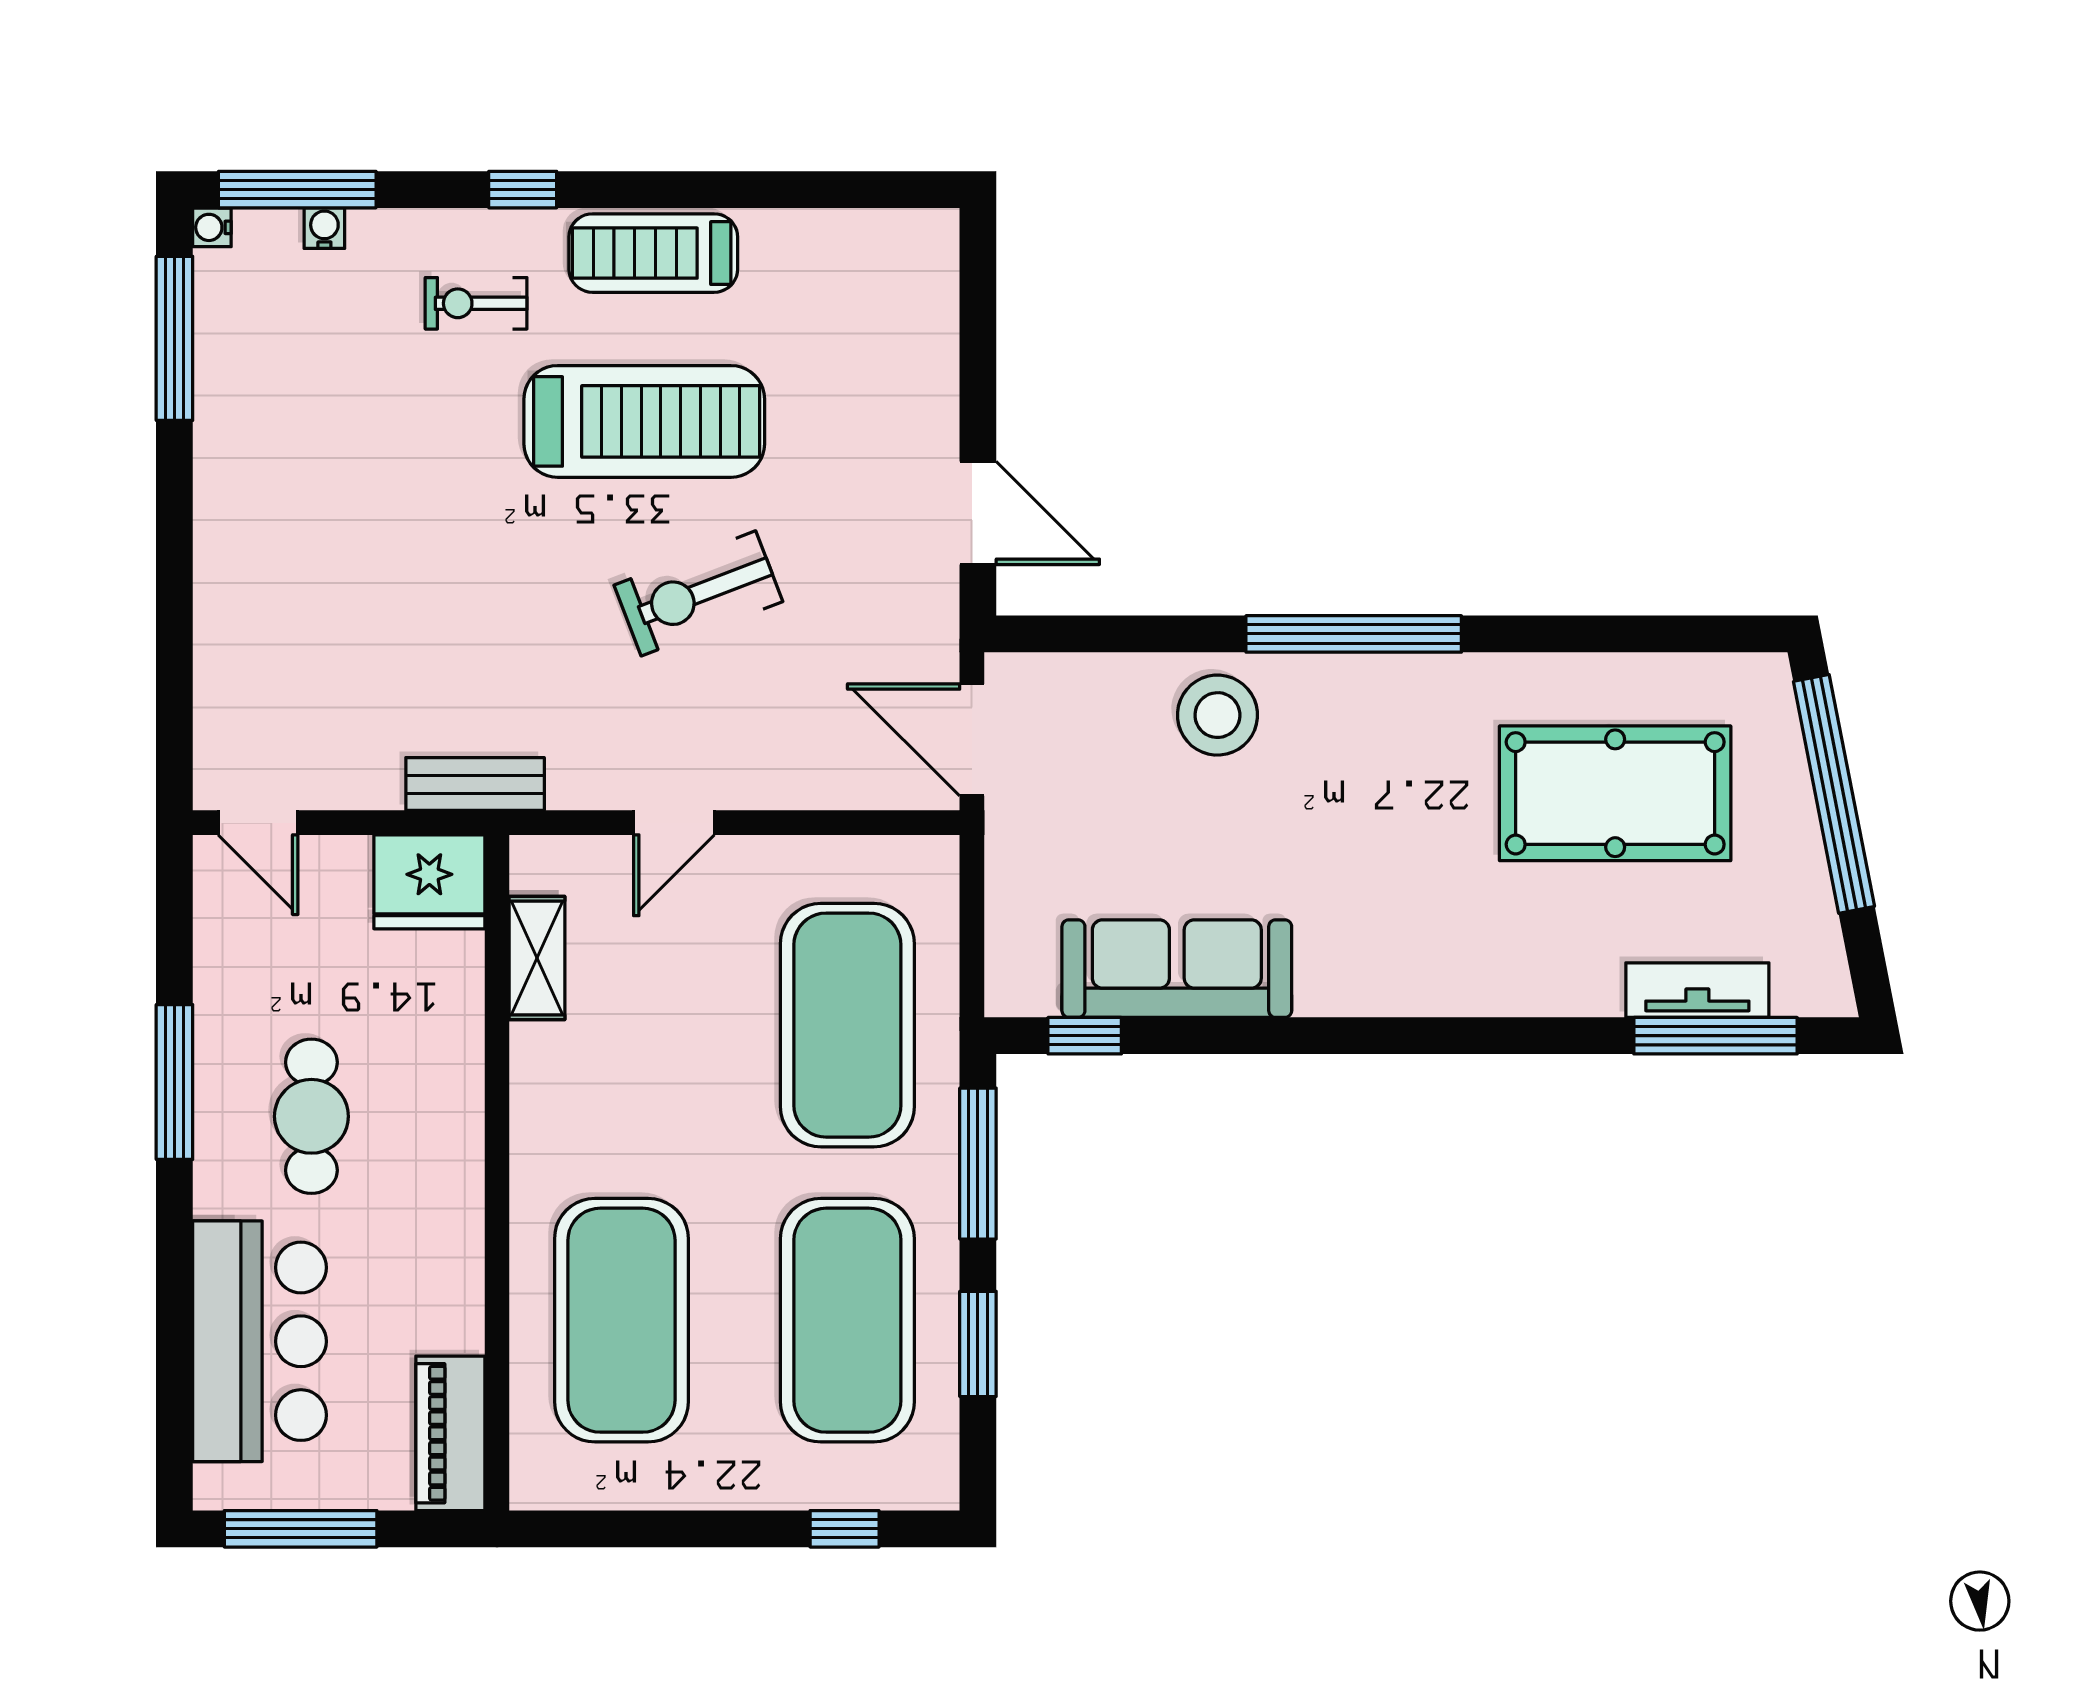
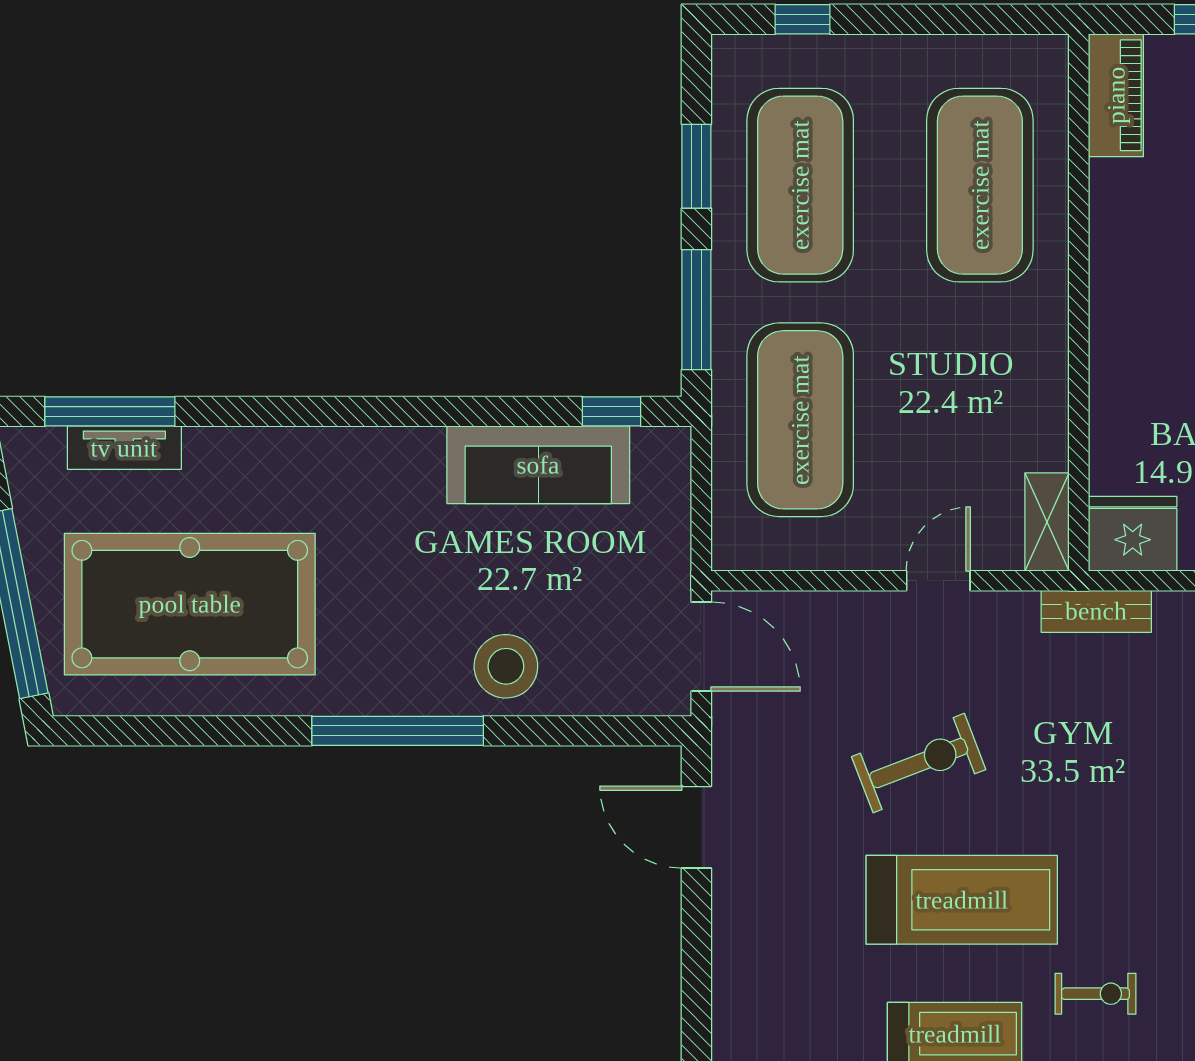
treadmill: (644, 421) -> (962, 900), turned 180
pool table: (1615, 793) -> (190, 604), width x1.36, depth x1.32
shelving: (537, 958) -> (1047, 522), moved

